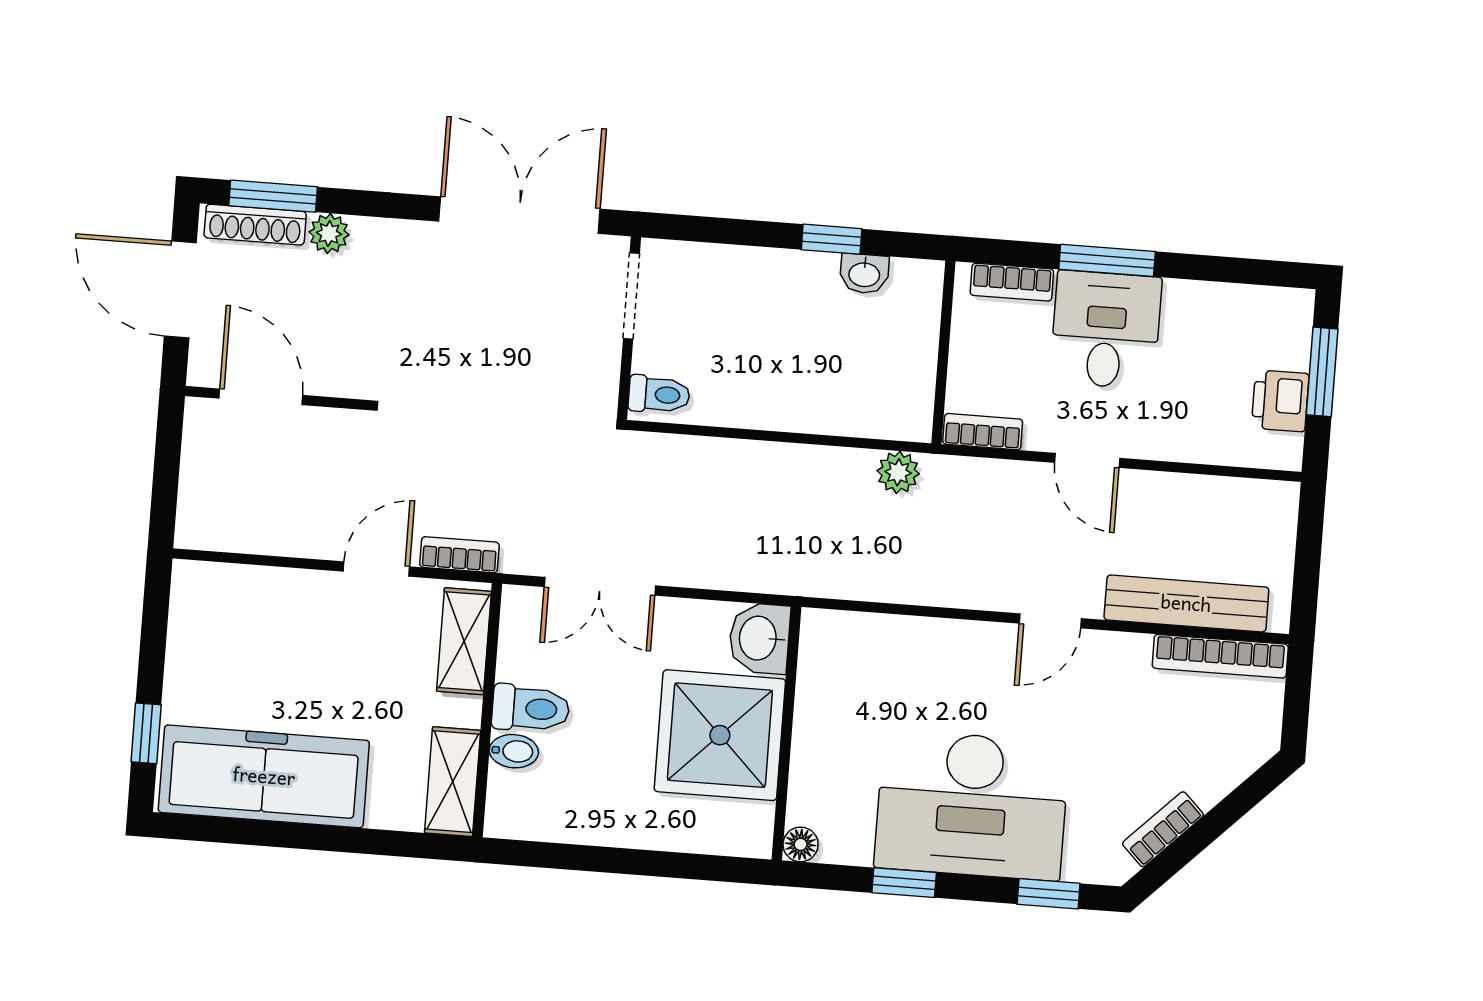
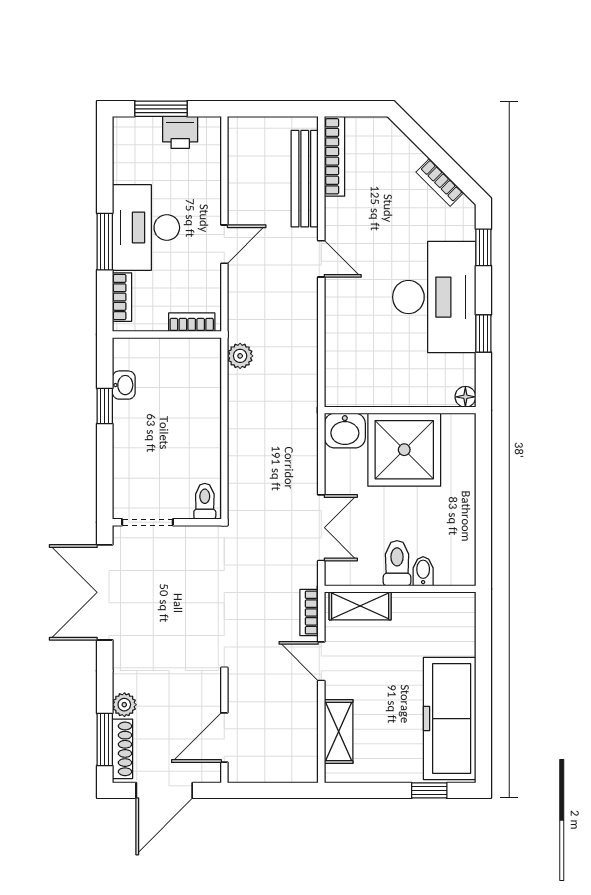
desk: (1106, 330) -> (146, 228), width x1.37
bookcase: (983, 432) -> (192, 322), moved, turned 90
shelving: (453, 782) -> (339, 731), moved, turned 90

